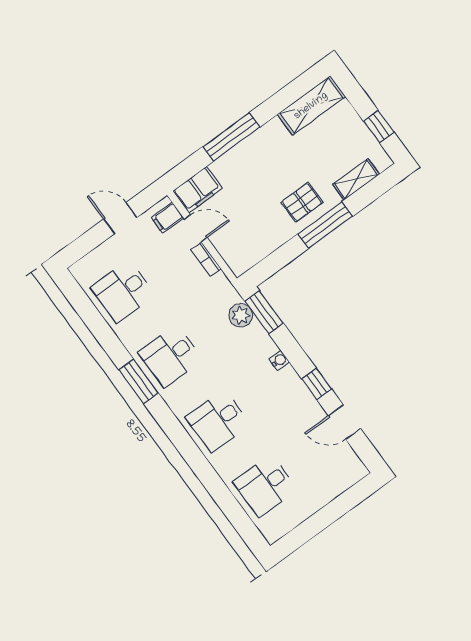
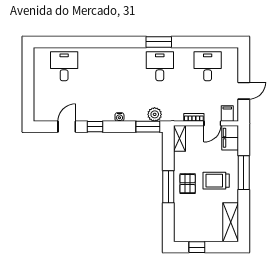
trolley: (269, 166) -> (216, 181), added
shelving: (356, 179) -> (179, 138), moved
desk: (218, 421) -> (112, 66), removed

